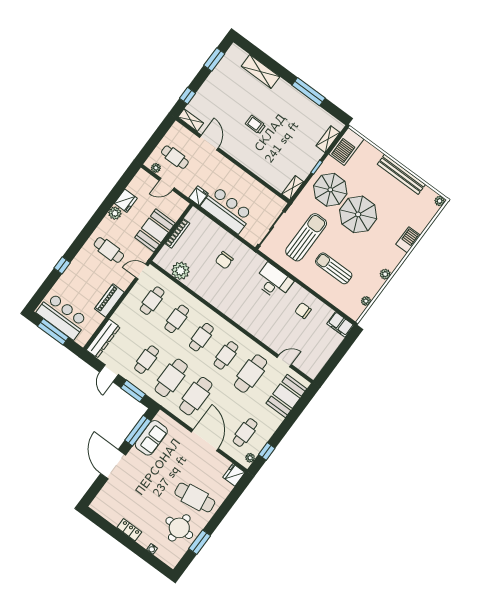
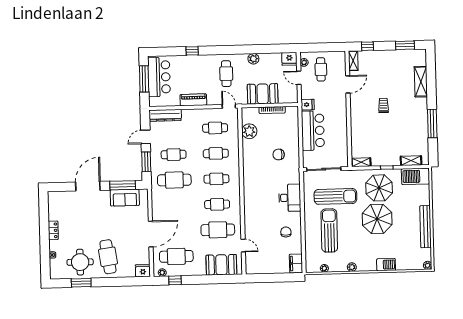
fridge: (126, 201) -> (289, 59), moved
sun lounger: (334, 268) -> (329, 230), width x1.36, depth x1.34
cafe table: (196, 396) -> (175, 205), removed
cafe table: (245, 433) -> (176, 256), width x1.37, depth x1.35

